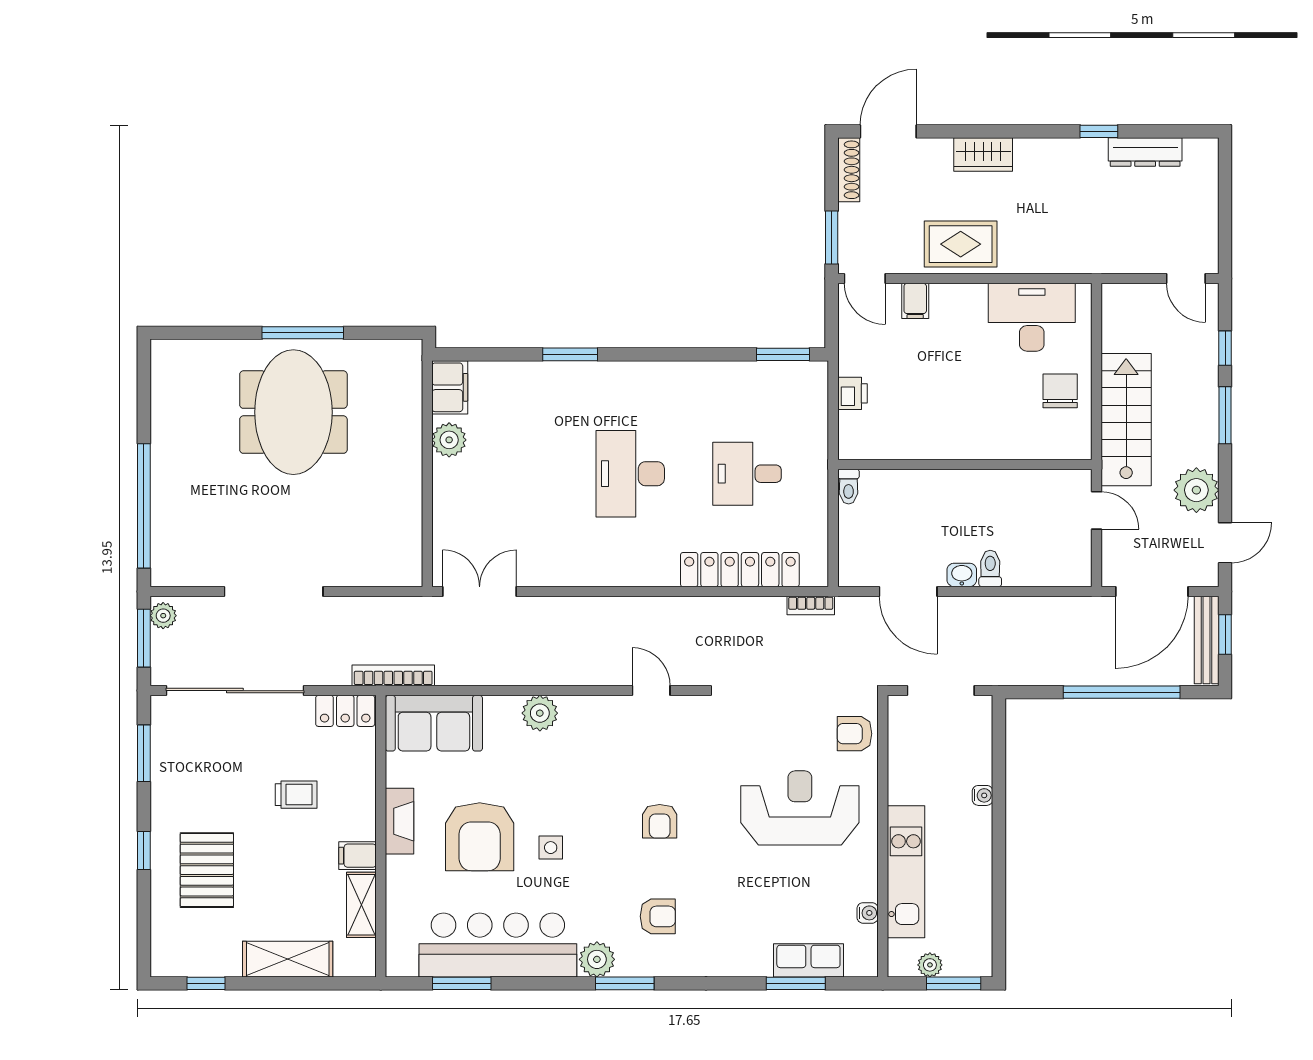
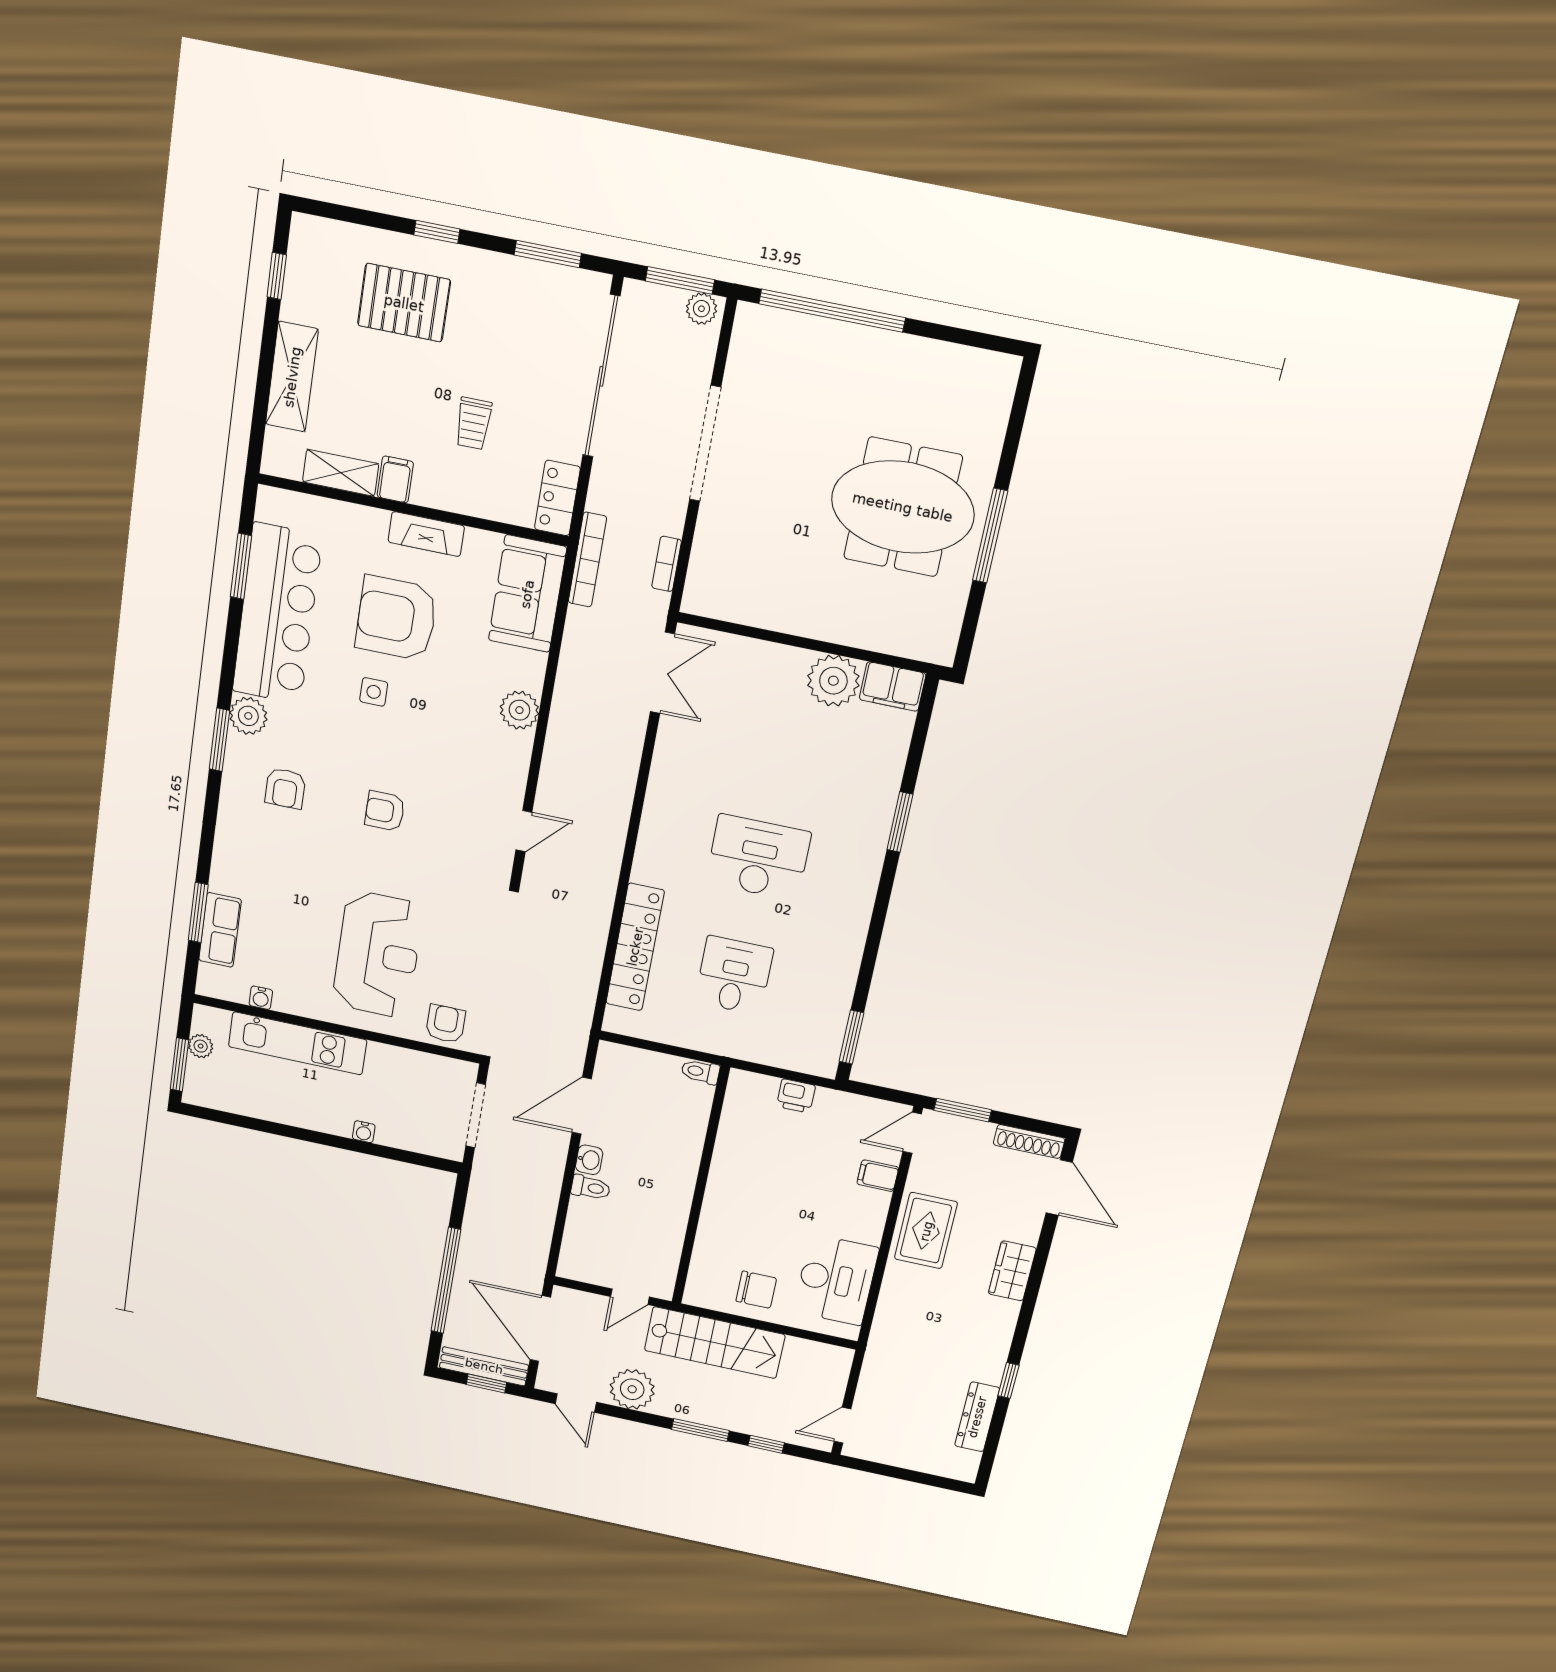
plant: (449, 440) -> (833, 681), width x1.36, depth x1.36
bookcase: (811, 606) -> (667, 564), moved

